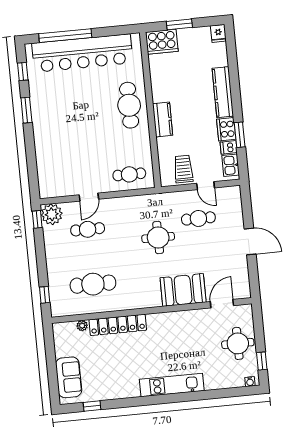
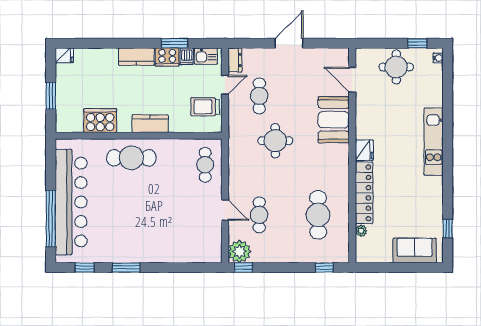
cooker: (162, 42) -> (100, 121), moved, turned -90
kitchen counter: (223, 92) -> (136, 57), width x0.67
dresser: (230, 193) -> (235, 60), added
fridge: (157, 321) -> (364, 150), added

